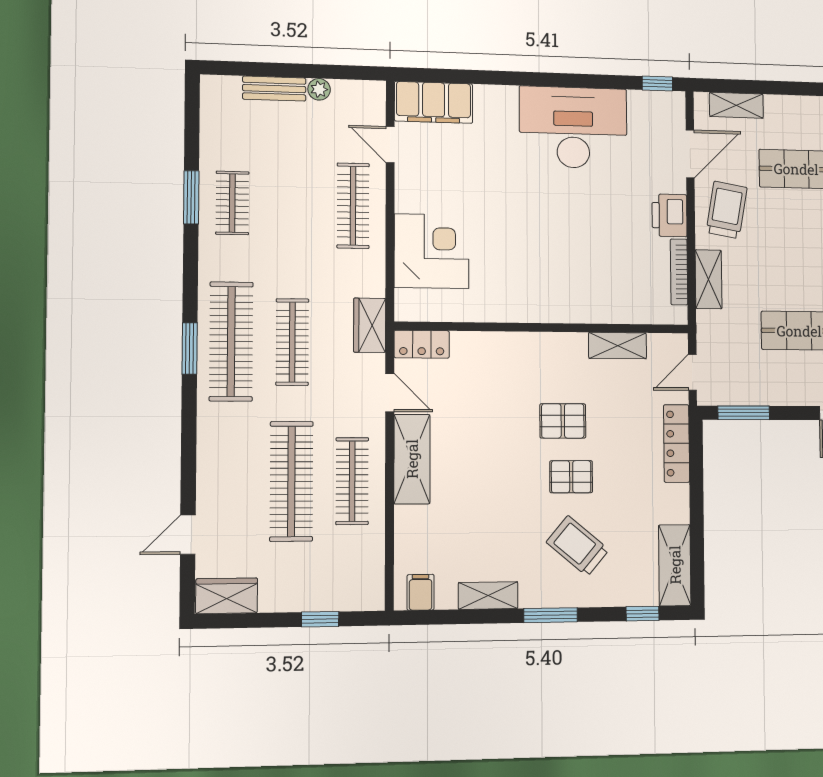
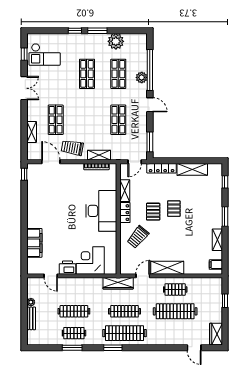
filing cabinet: (434, 102) -> (34, 243), moved
shelving: (736, 105) -> (32, 132), moved
desk: (573, 127) -> (101, 211), moved, turned 180
door: (390, 145) -> (51, 276), hinge flipped
clothes rail: (353, 206) -> (74, 311), moved
printer: (669, 215) -> (67, 268), moved, turned 180
wardrobe: (370, 325) -> (118, 283), width x1.50
locker: (422, 344) -> (125, 213), moved
window: (190, 348) -> (113, 348), moved
door: (692, 372) -> (135, 162), hinge flipped
clothes rail: (352, 481) -> (175, 289), width x0.73
trolley: (578, 546) -> (138, 237), moved
shelving: (675, 565) -> (192, 169), moved

